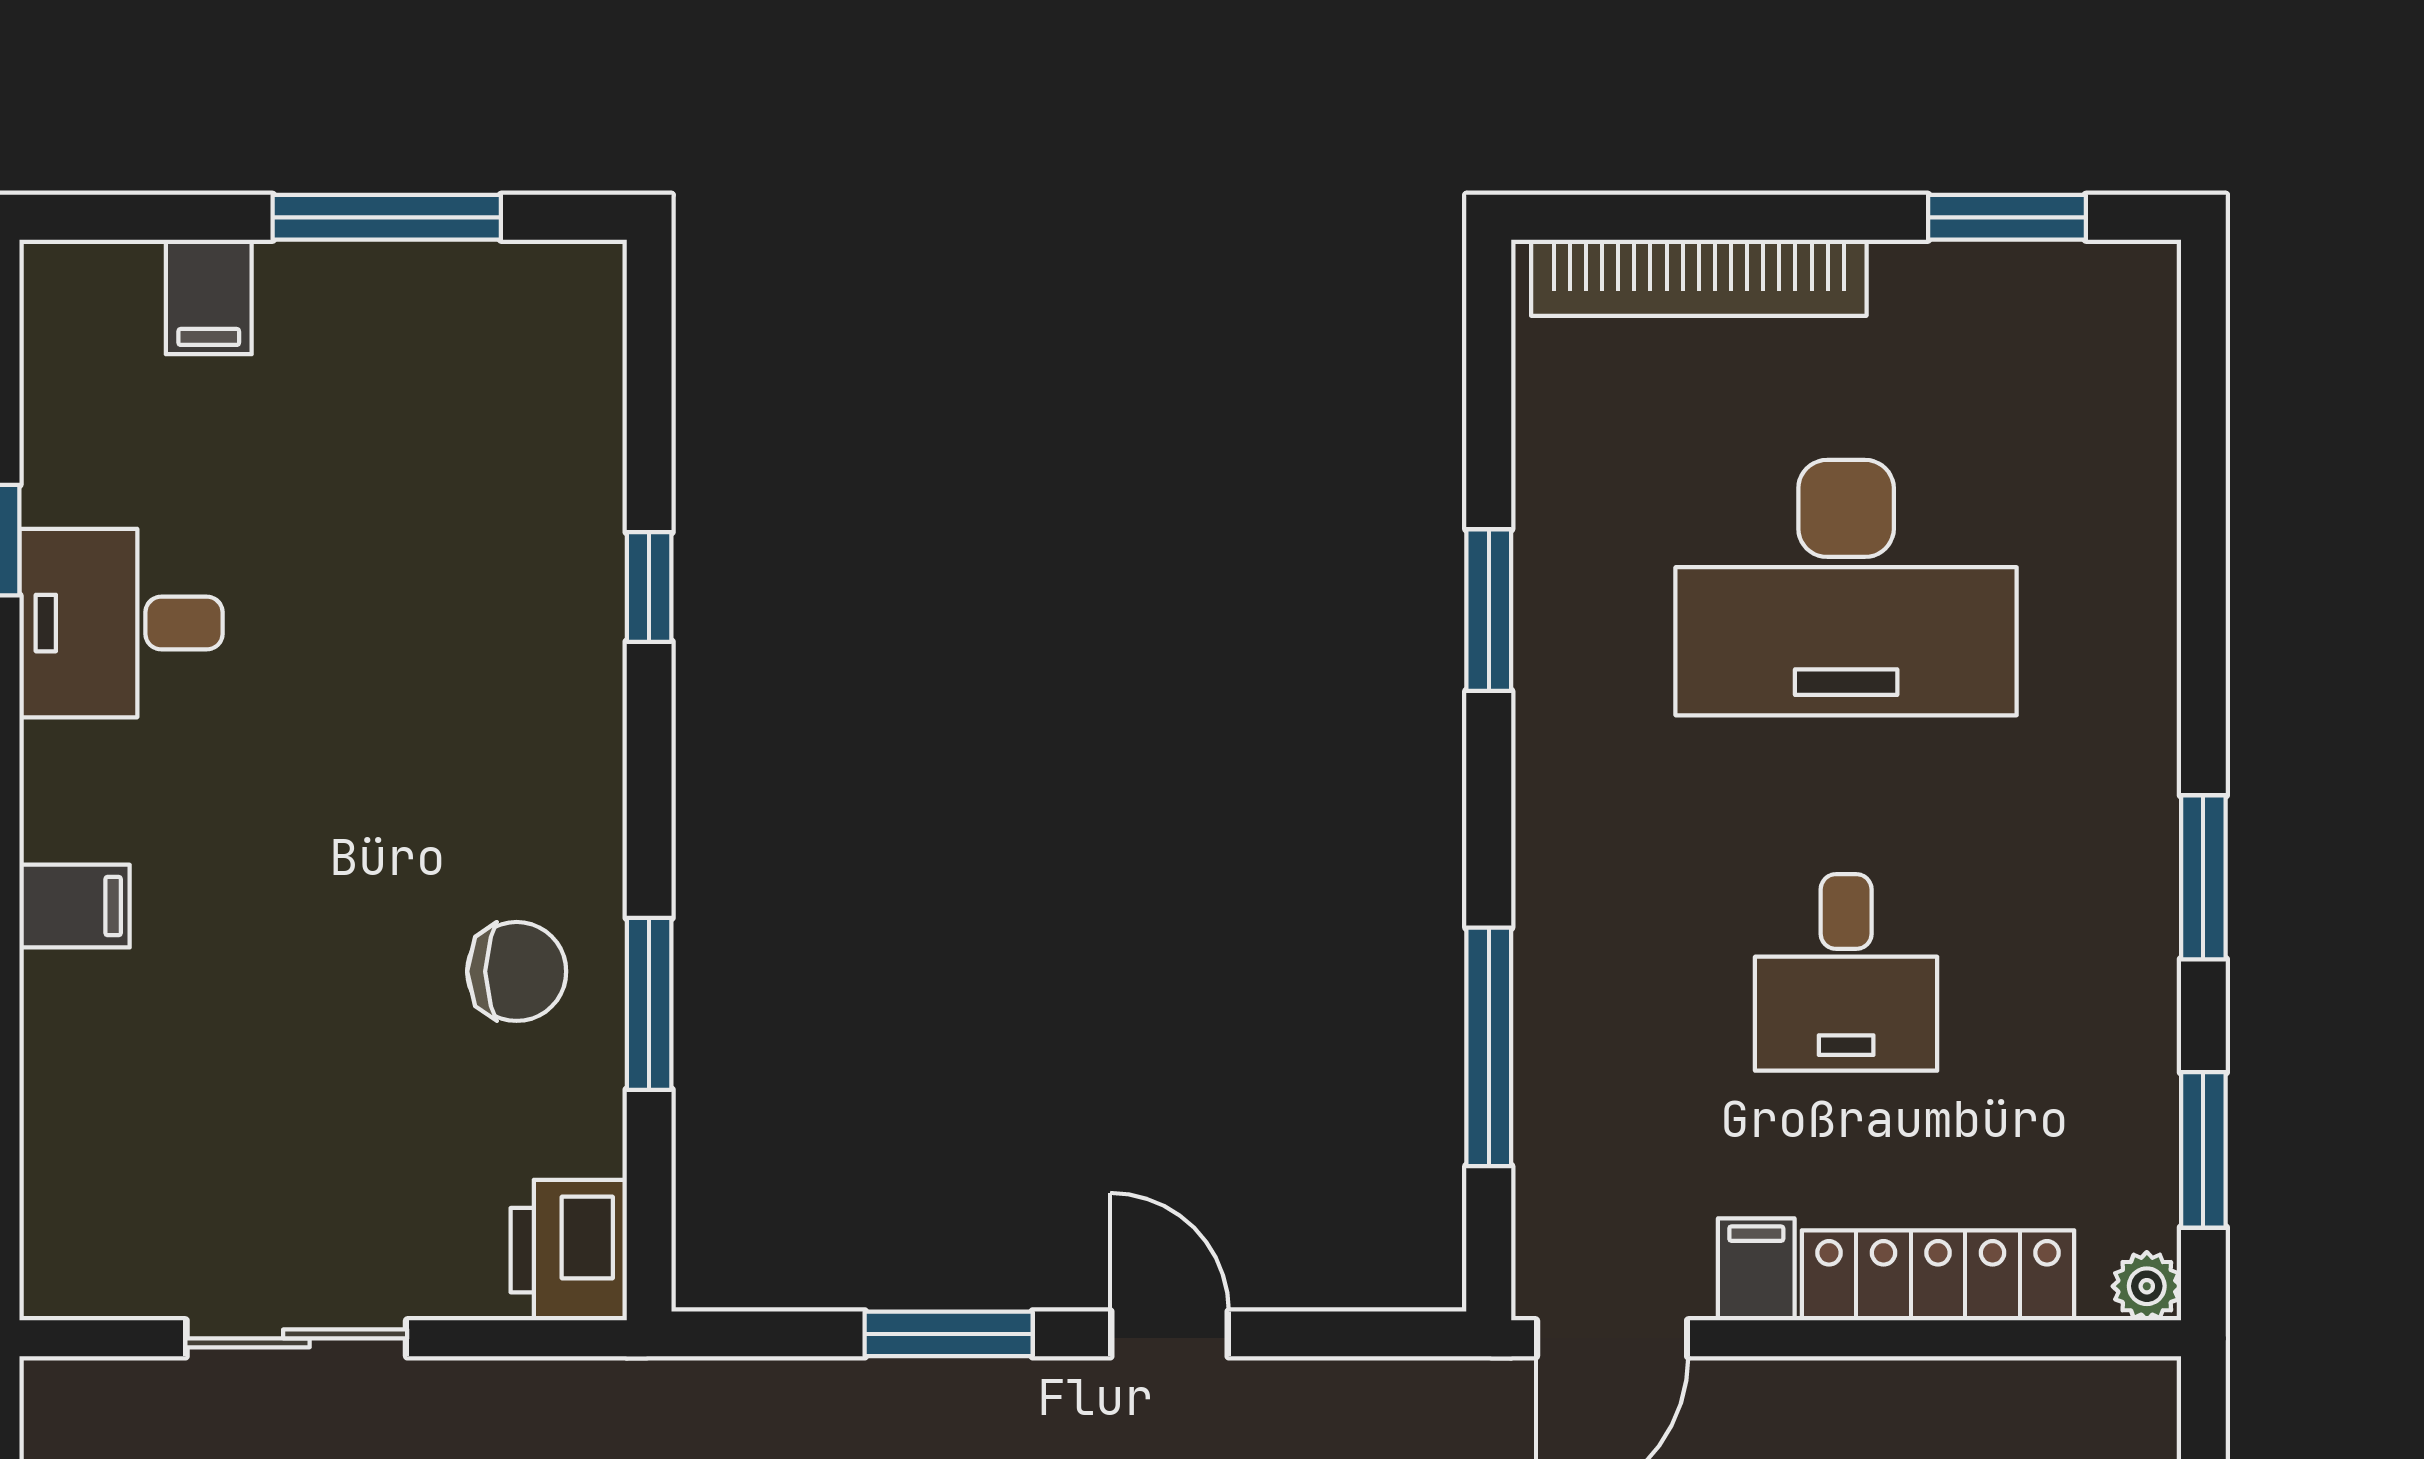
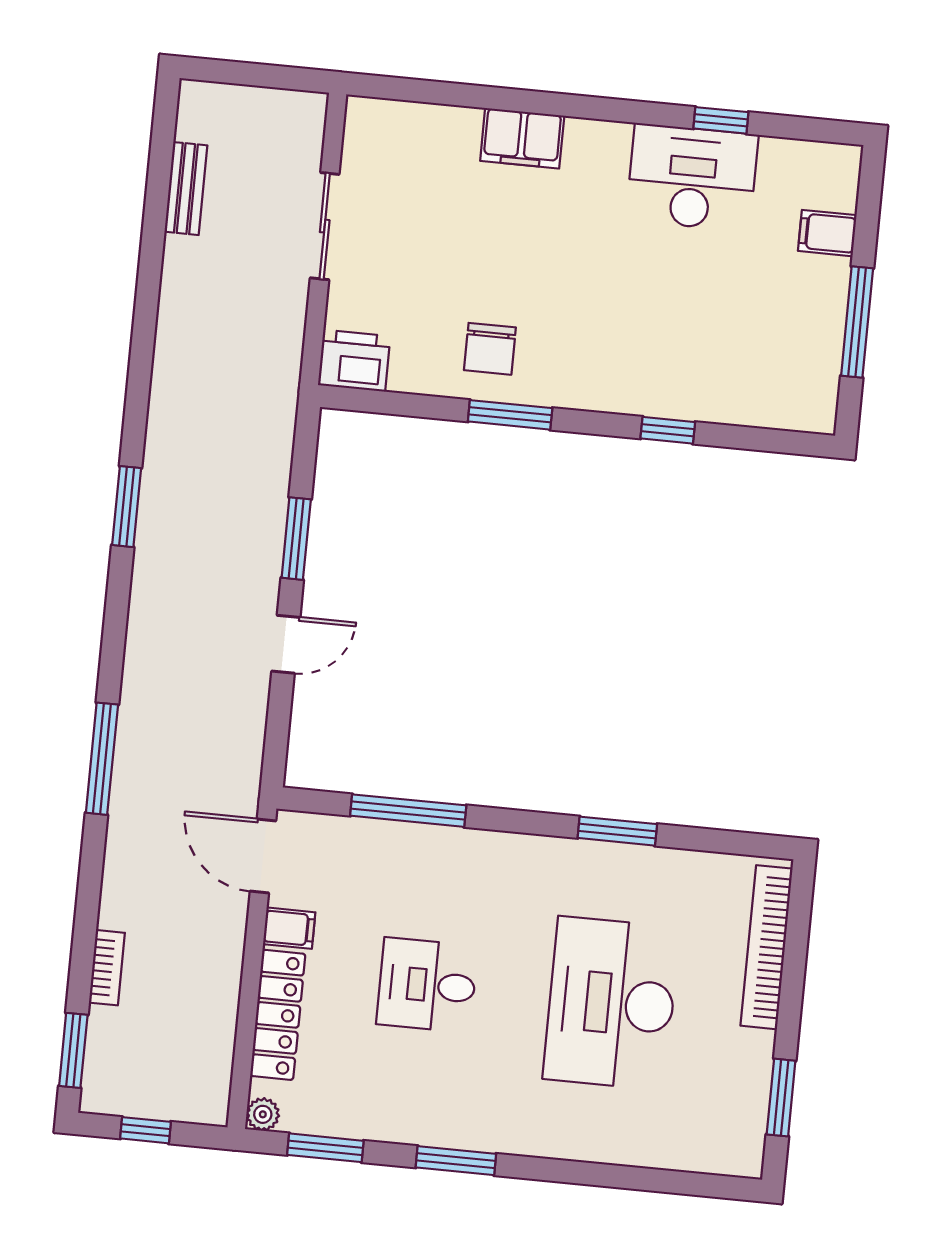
desk: (121, 623) -> (692, 177), width x1.37
filing cabinet: (75, 906) -> (522, 138), width x2.00
window: (649, 1004) -> (510, 415), moved

